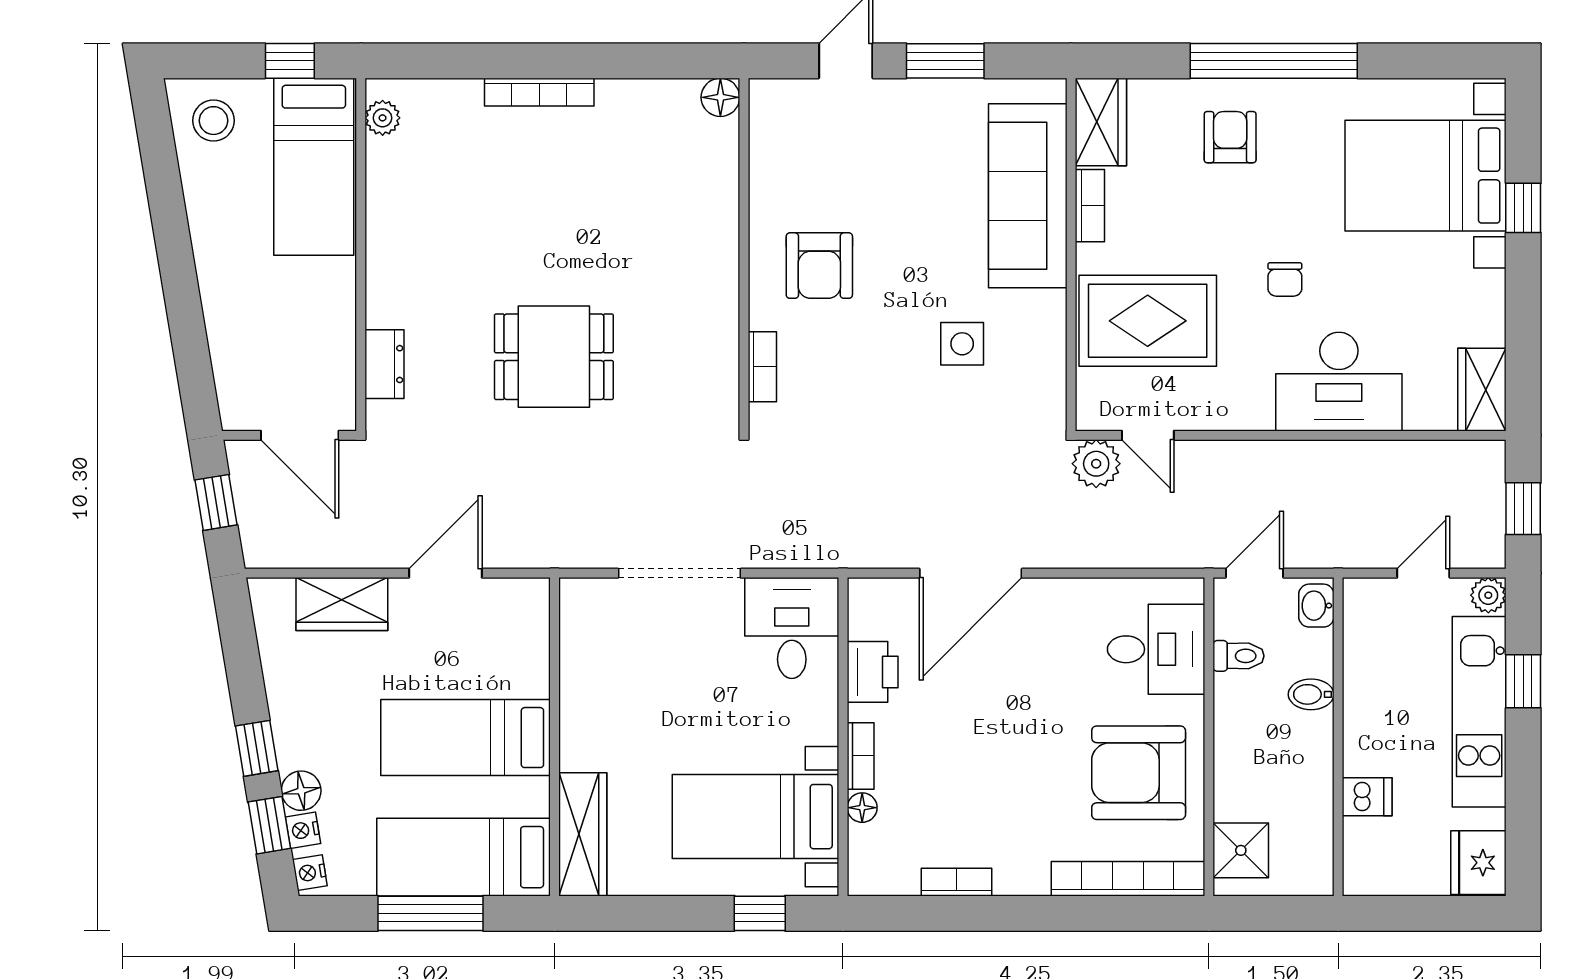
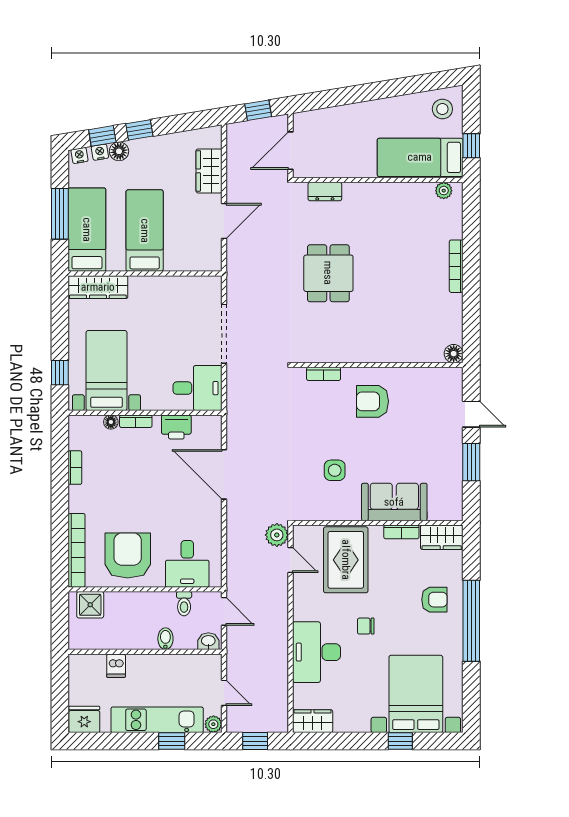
sofa: (1028, 196) -> (394, 502), width x0.73
door: (1148, 435) -> (290, 560), swing flipped
door: (445, 573) -> (224, 221), hinge flipped

